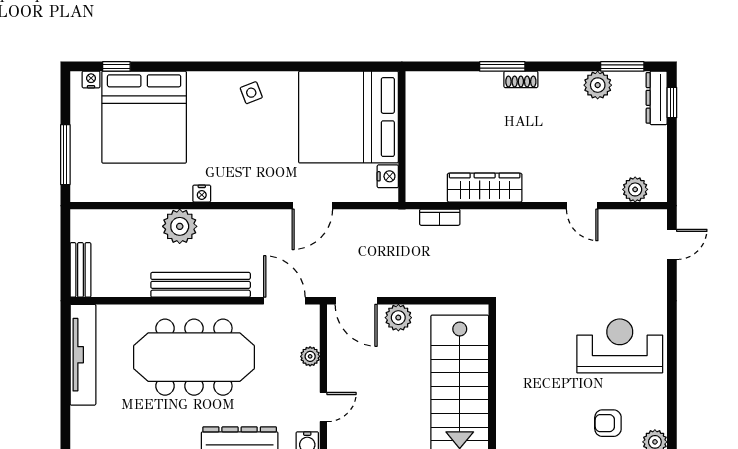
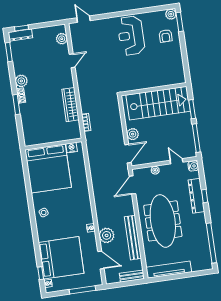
plant: (598, 85) -> (21, 81), moved
door: (312, 206) -> (101, 260), moved
bench: (201, 285) -> (133, 238), moved

